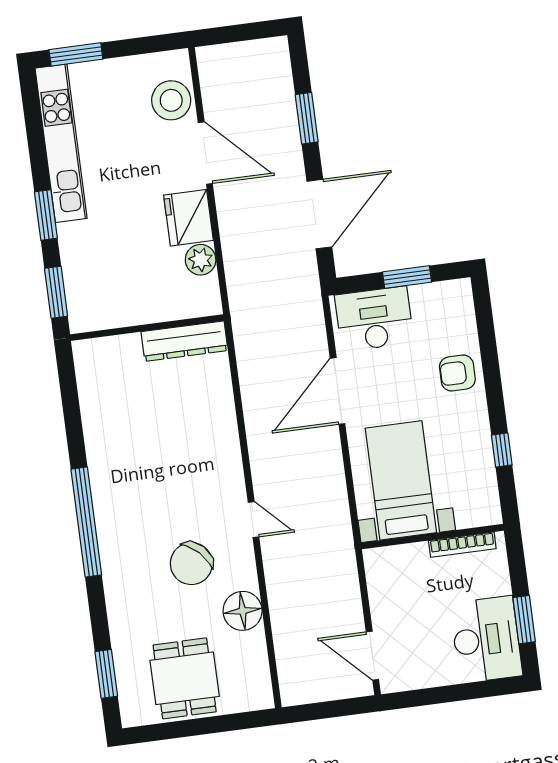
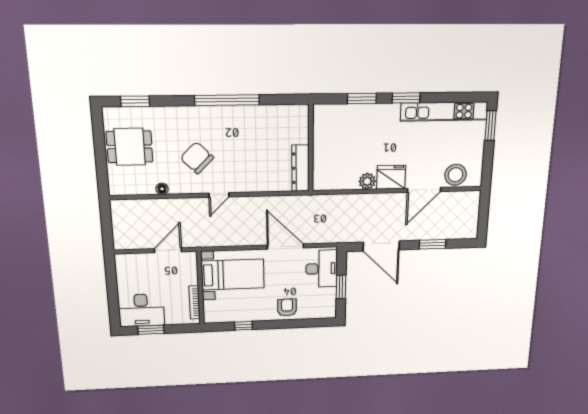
wall: (147, 328) -> (311, 148), moved
dresser: (184, 341) -> (300, 168), moved
floor lamp: (243, 611) -> (162, 189), width x0.53, depth x0.53
door: (372, 656) -> (168, 250), moved

